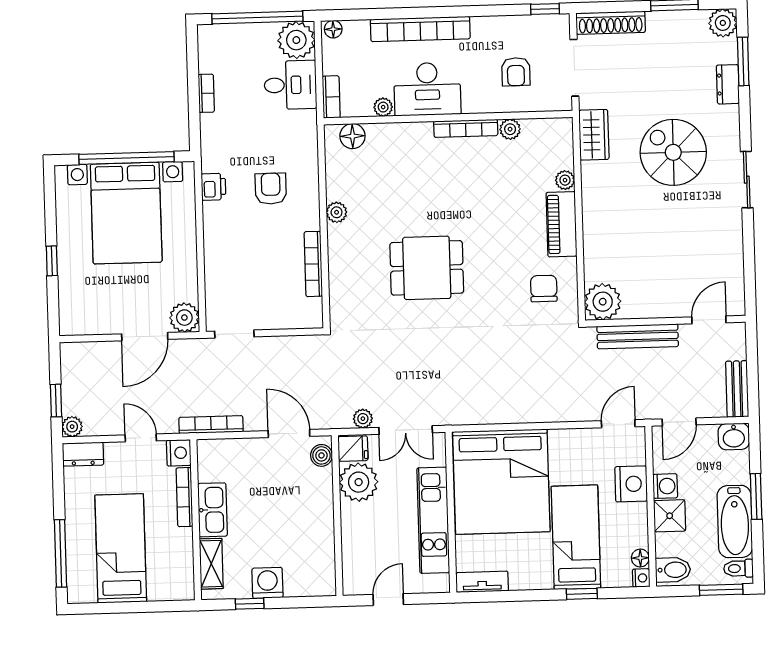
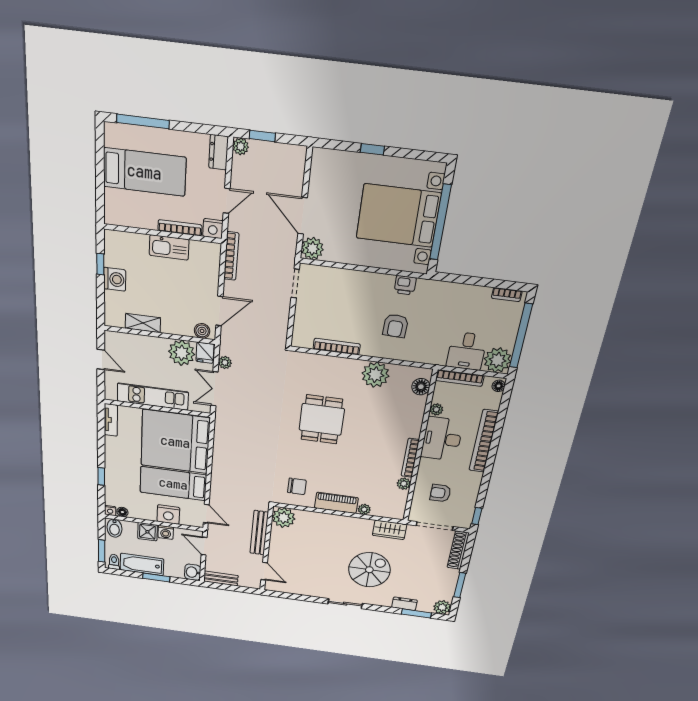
bookcase: (206, 93) -> (507, 295), moved
bookcase: (331, 97) -> (460, 378), width x1.56
armchair: (271, 189) -> (396, 326), turned 92
plant: (337, 212) -> (375, 375), width x1.88, depth x1.88
bed: (576, 537) -> (173, 484), moved, turned 180
shelving: (211, 564) -> (143, 323), moved

